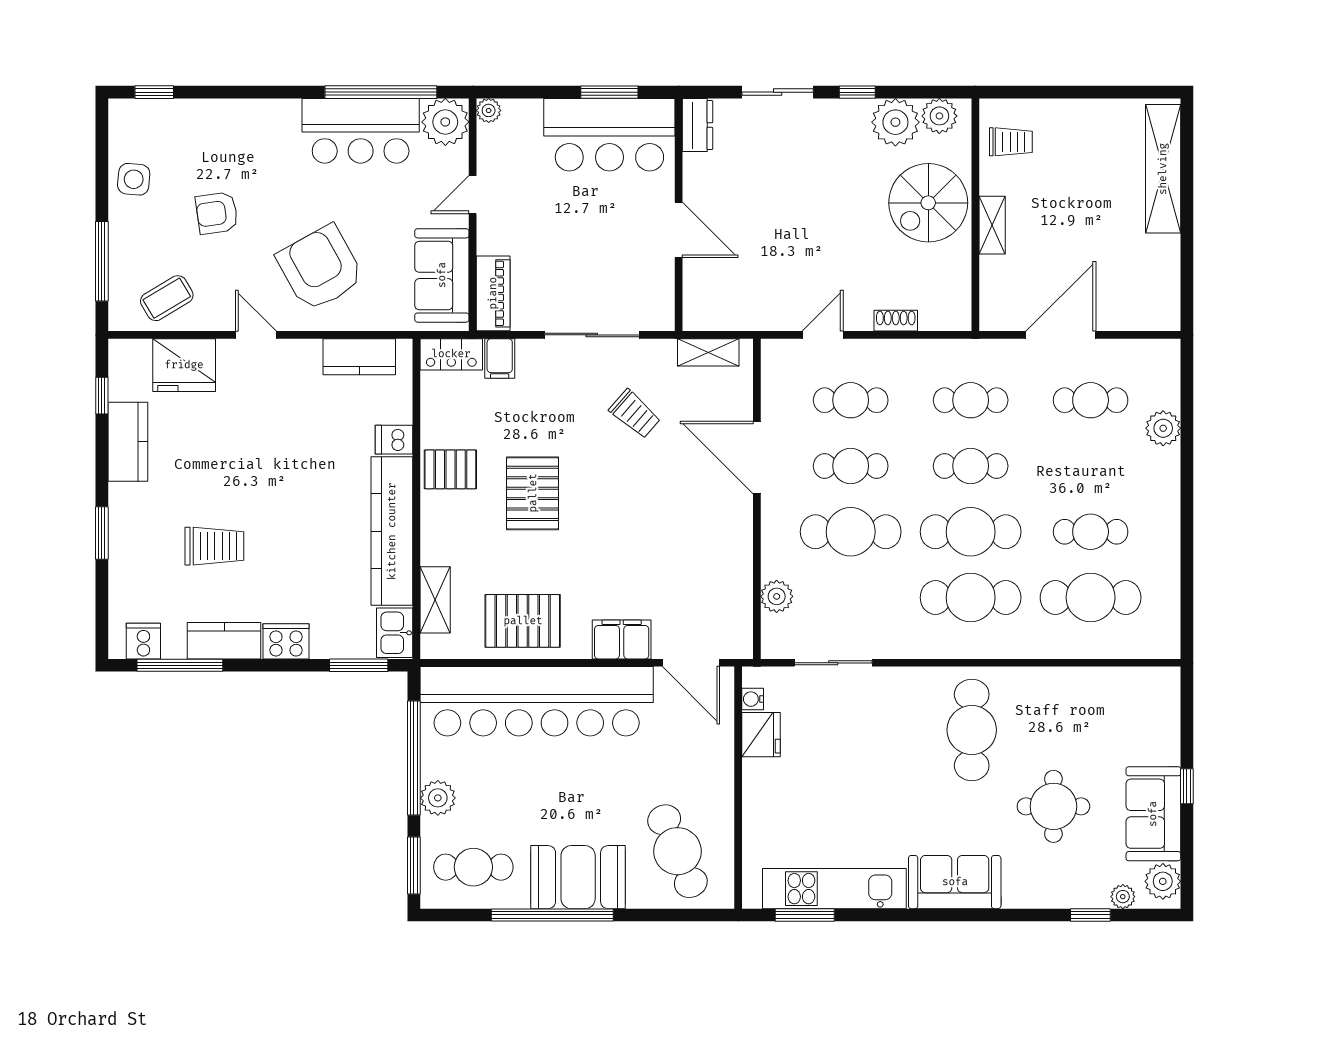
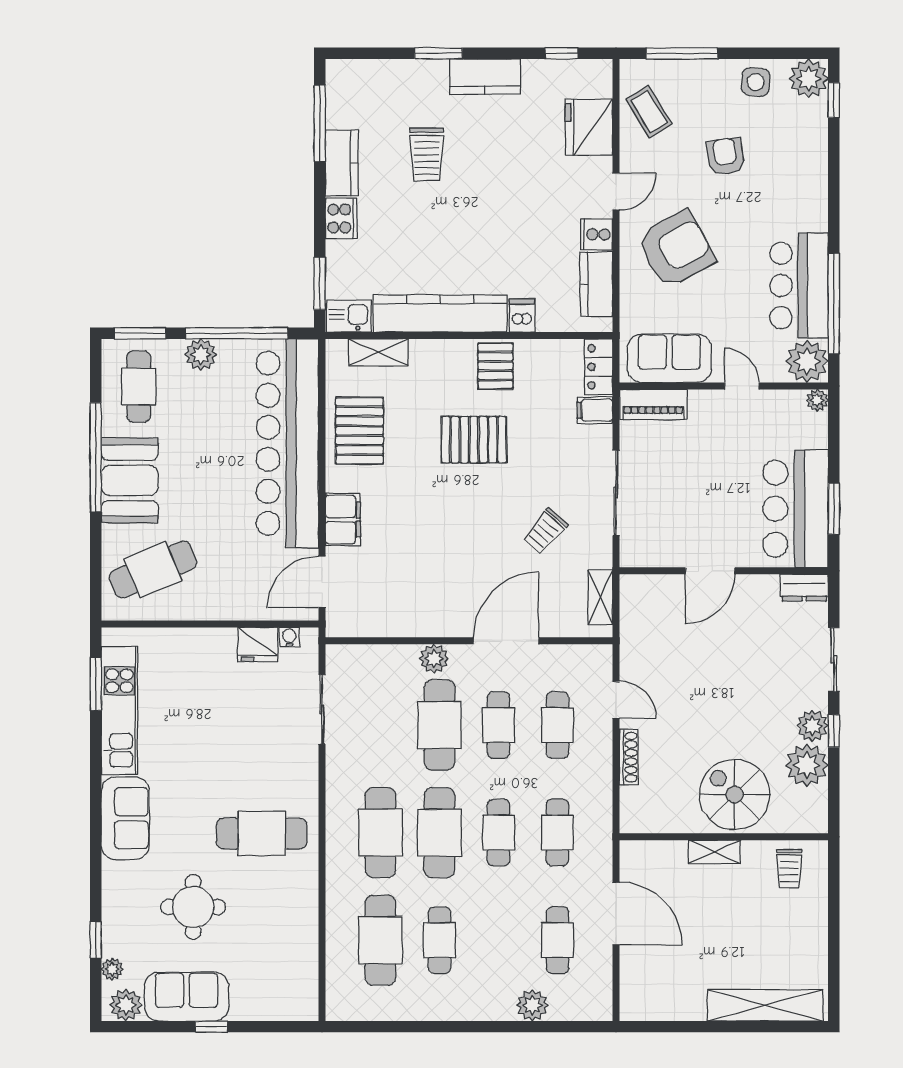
plant: (939, 116) -> (812, 726), moved
plant: (130, 120) -> (809, 79), added
shoe rack: (896, 321) -> (629, 757), width x1.43
kitchen counter: (128, 442) -> (485, 77), moved
plant: (777, 596) -> (434, 659), moved
cooker: (143, 641) -> (597, 234), moved, turned 180

